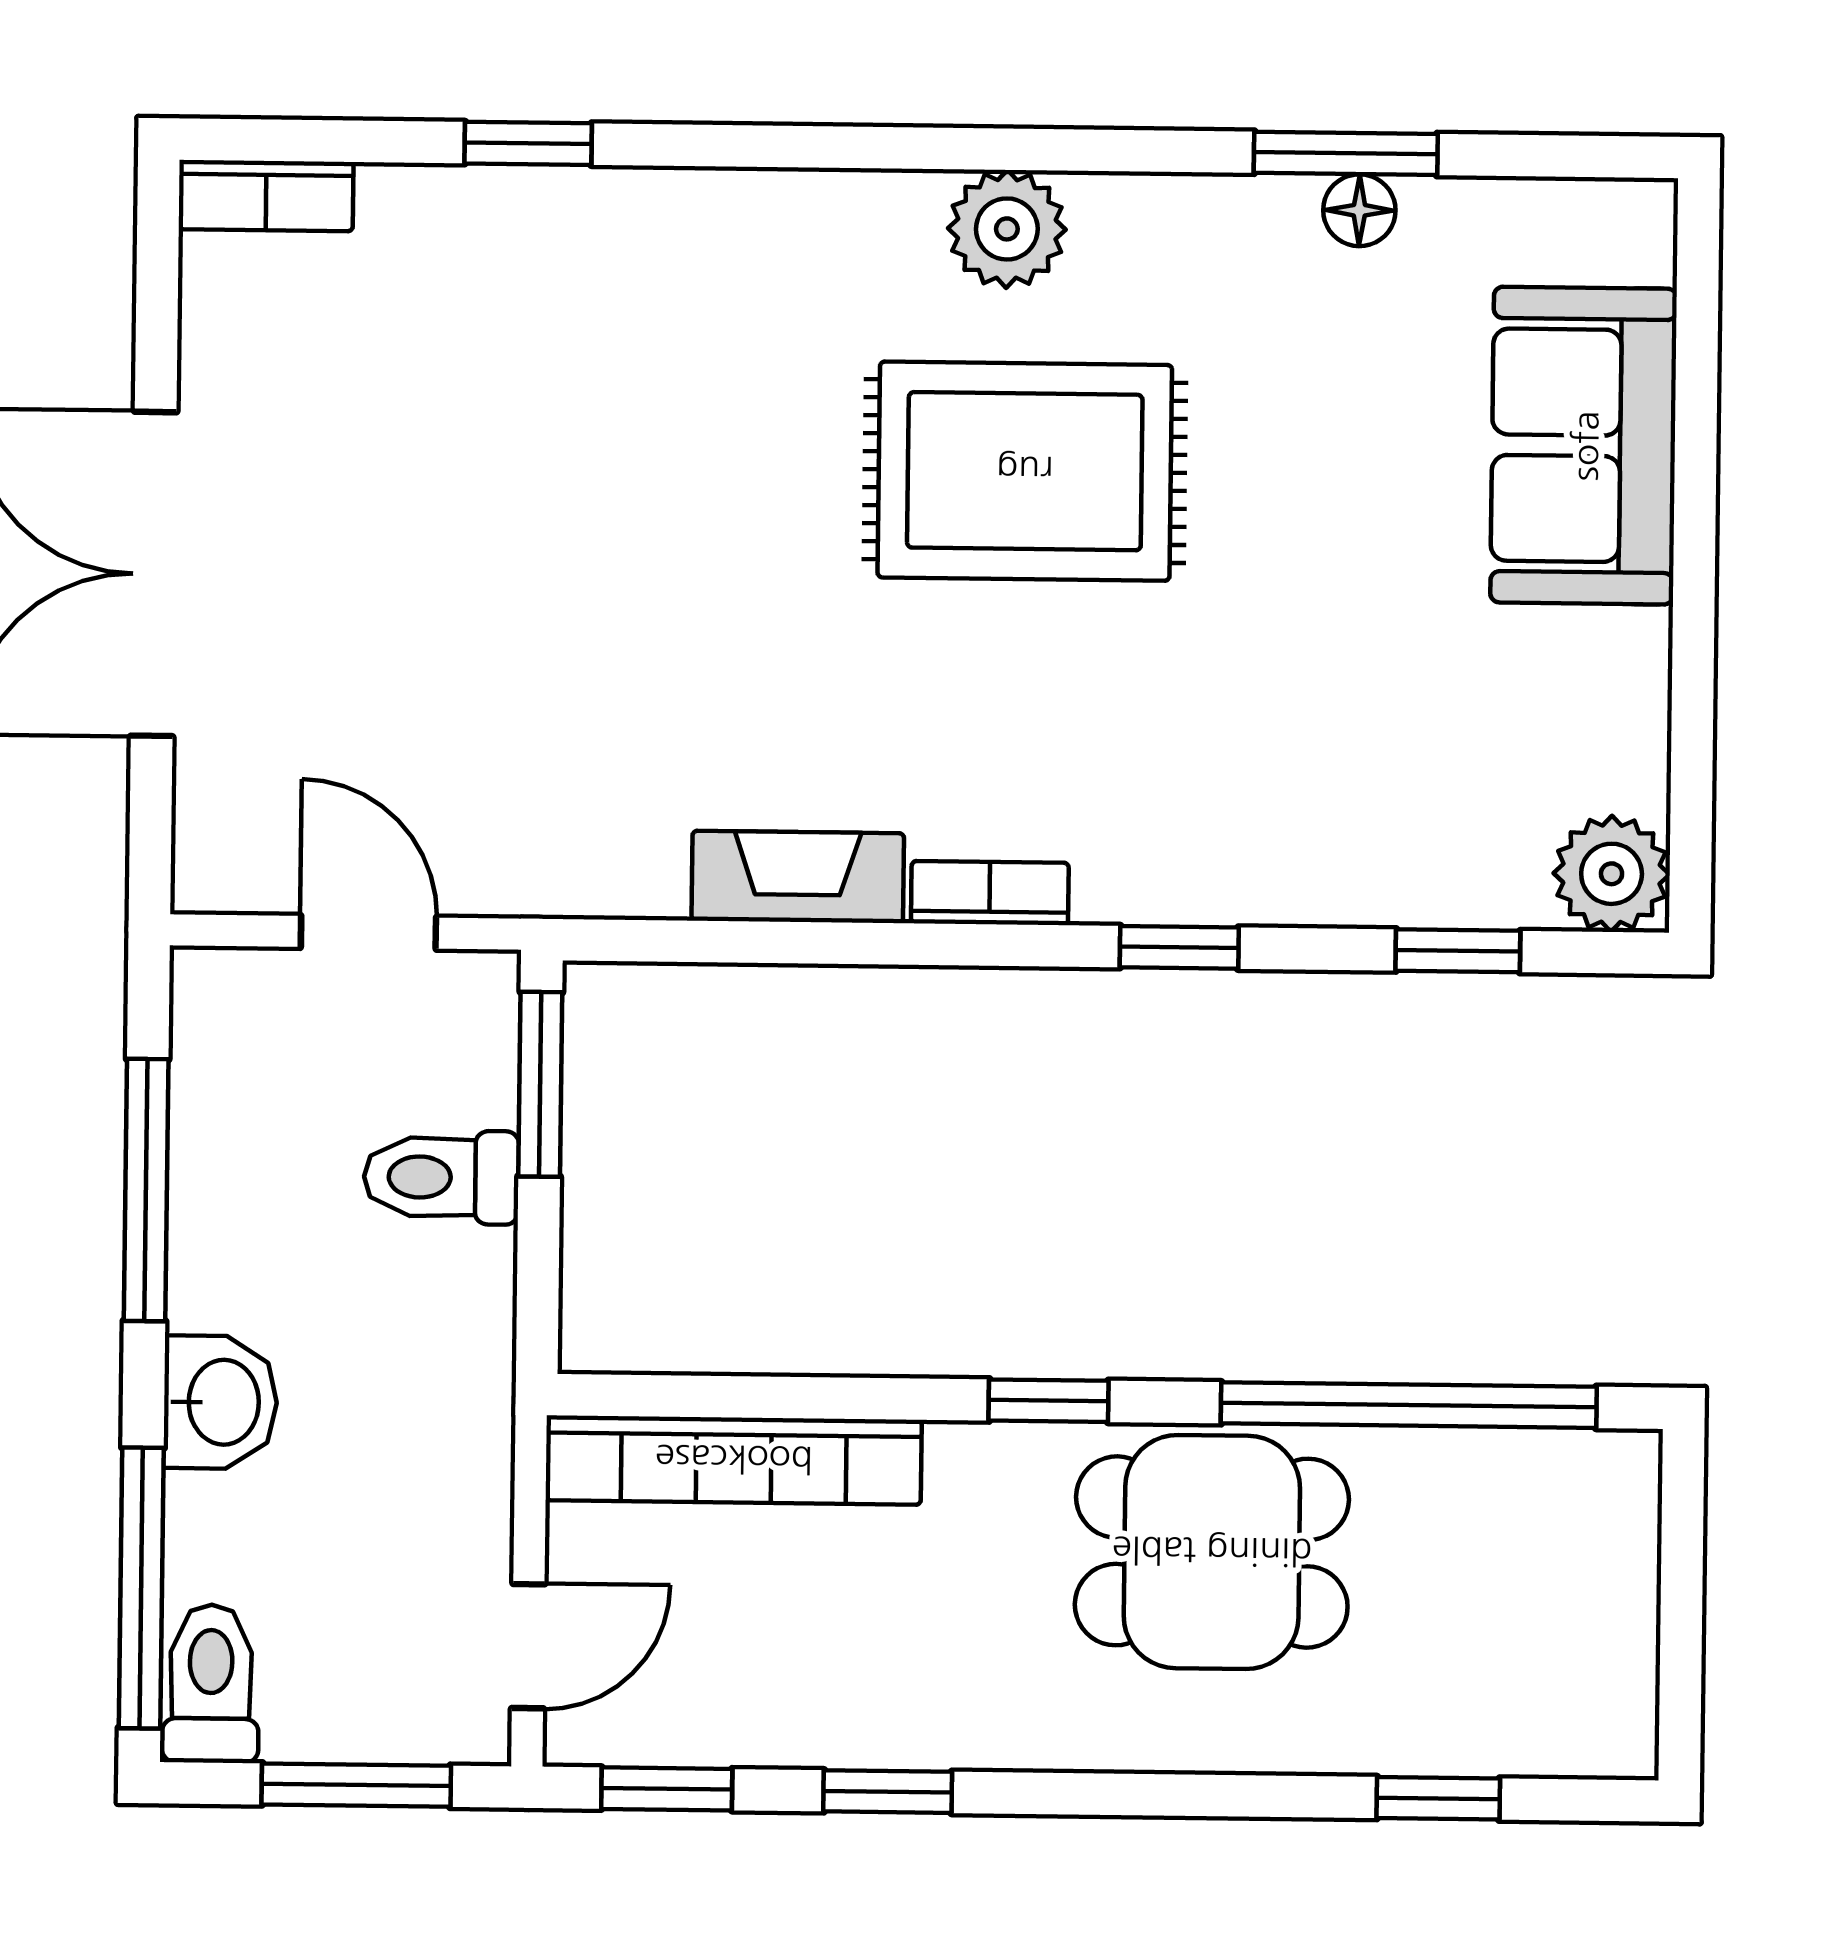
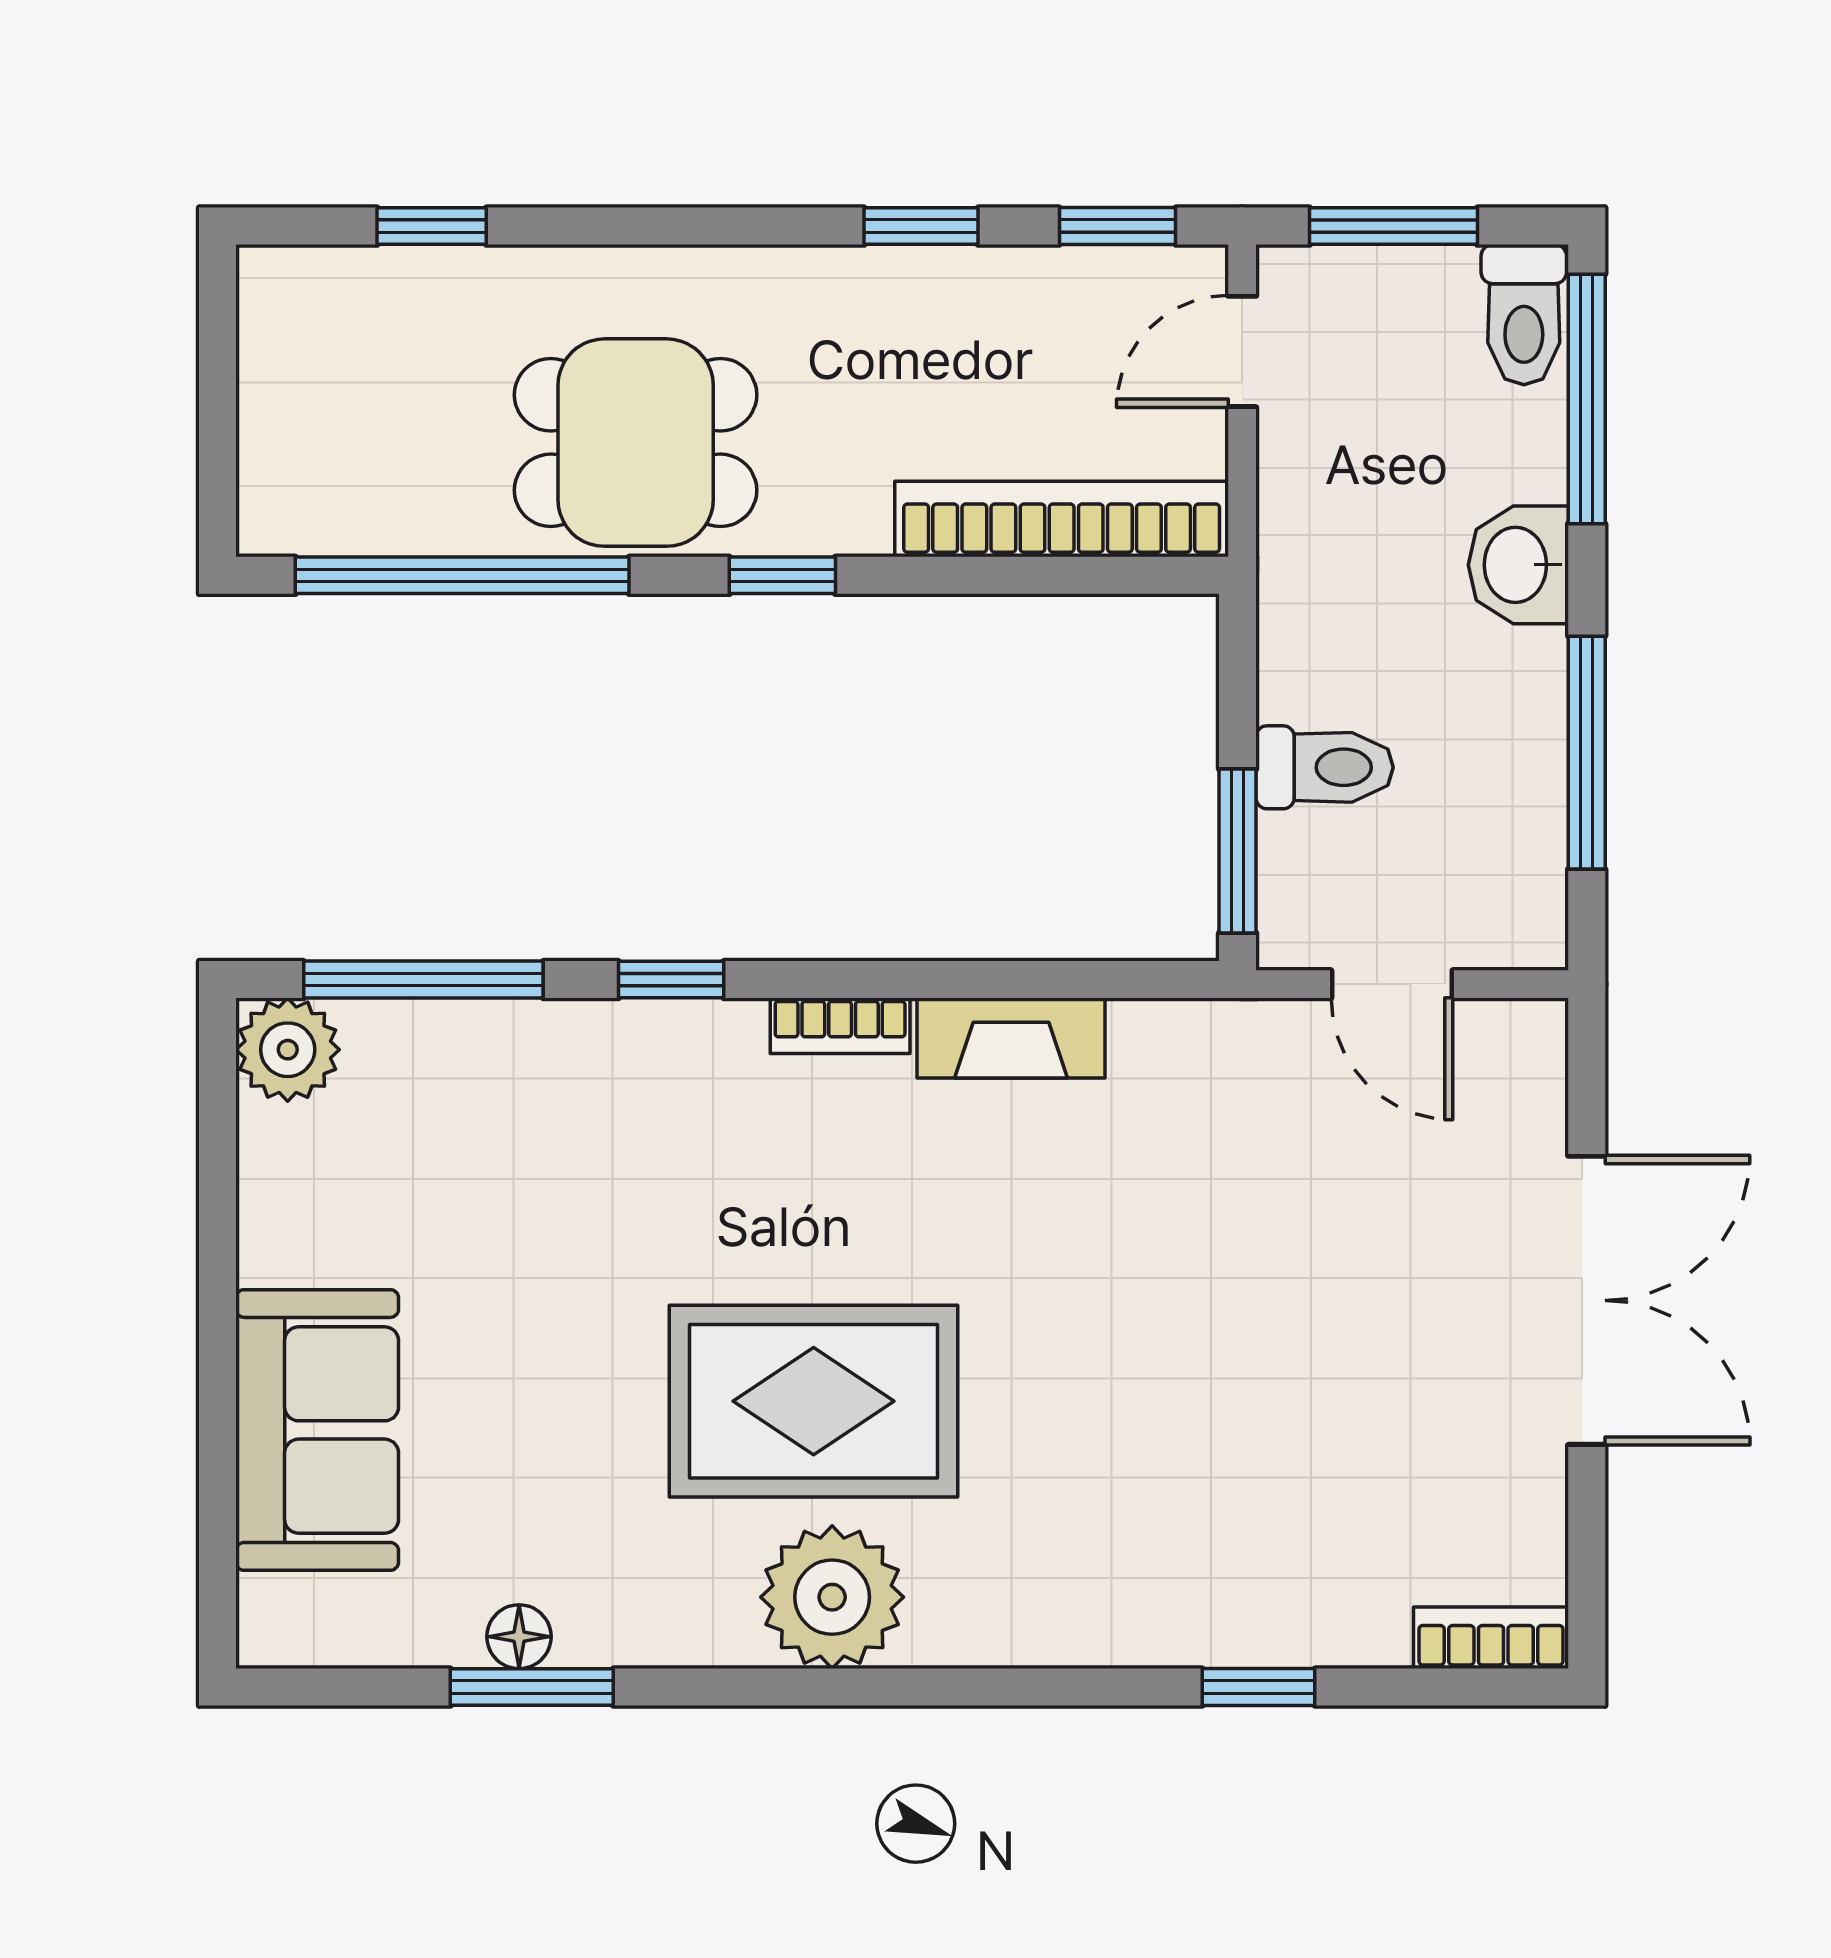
plant: (1007, 229) -> (832, 1597), width x1.36, depth x1.36
window: (1458, 951) -> (423, 980), width x2.17

